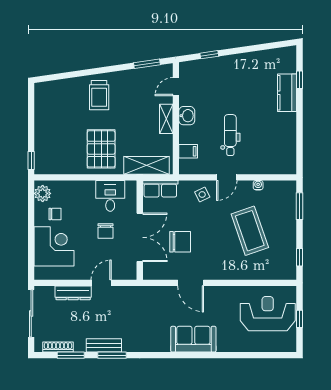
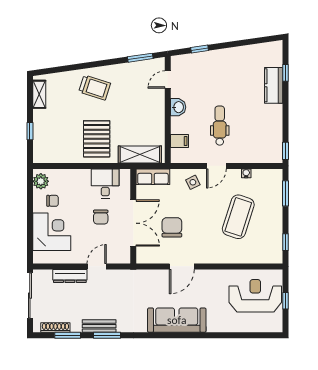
trolley: (99, 95) -> (95, 88), turned -72
shelving: (166, 119) -> (39, 94), moved
window: (31, 161) -> (30, 131), moved
window: (299, 162) -> (286, 151), added
coffee table: (250, 231) -> (238, 217), turned 37
chair: (180, 242) -> (172, 227), turned -90
door: (191, 283) -> (182, 266), hinge flipped
sofa: (193, 339) -> (177, 320), width x1.36

